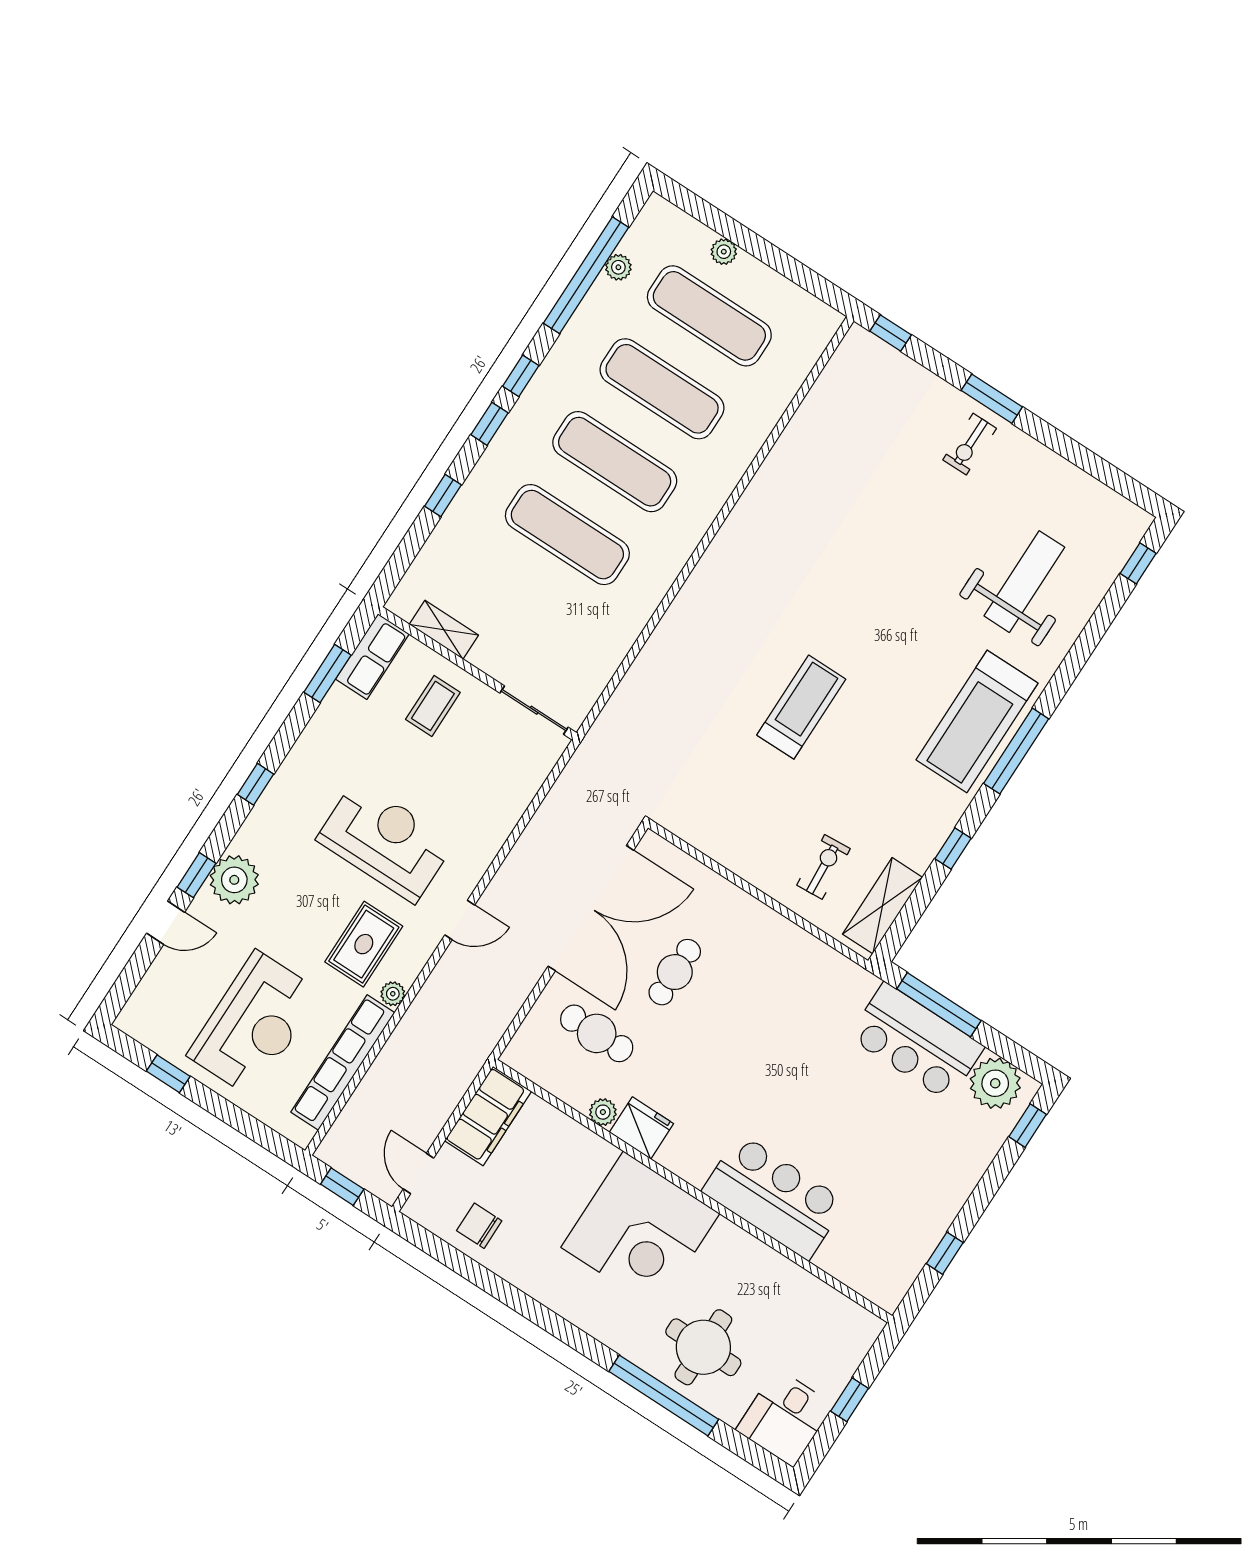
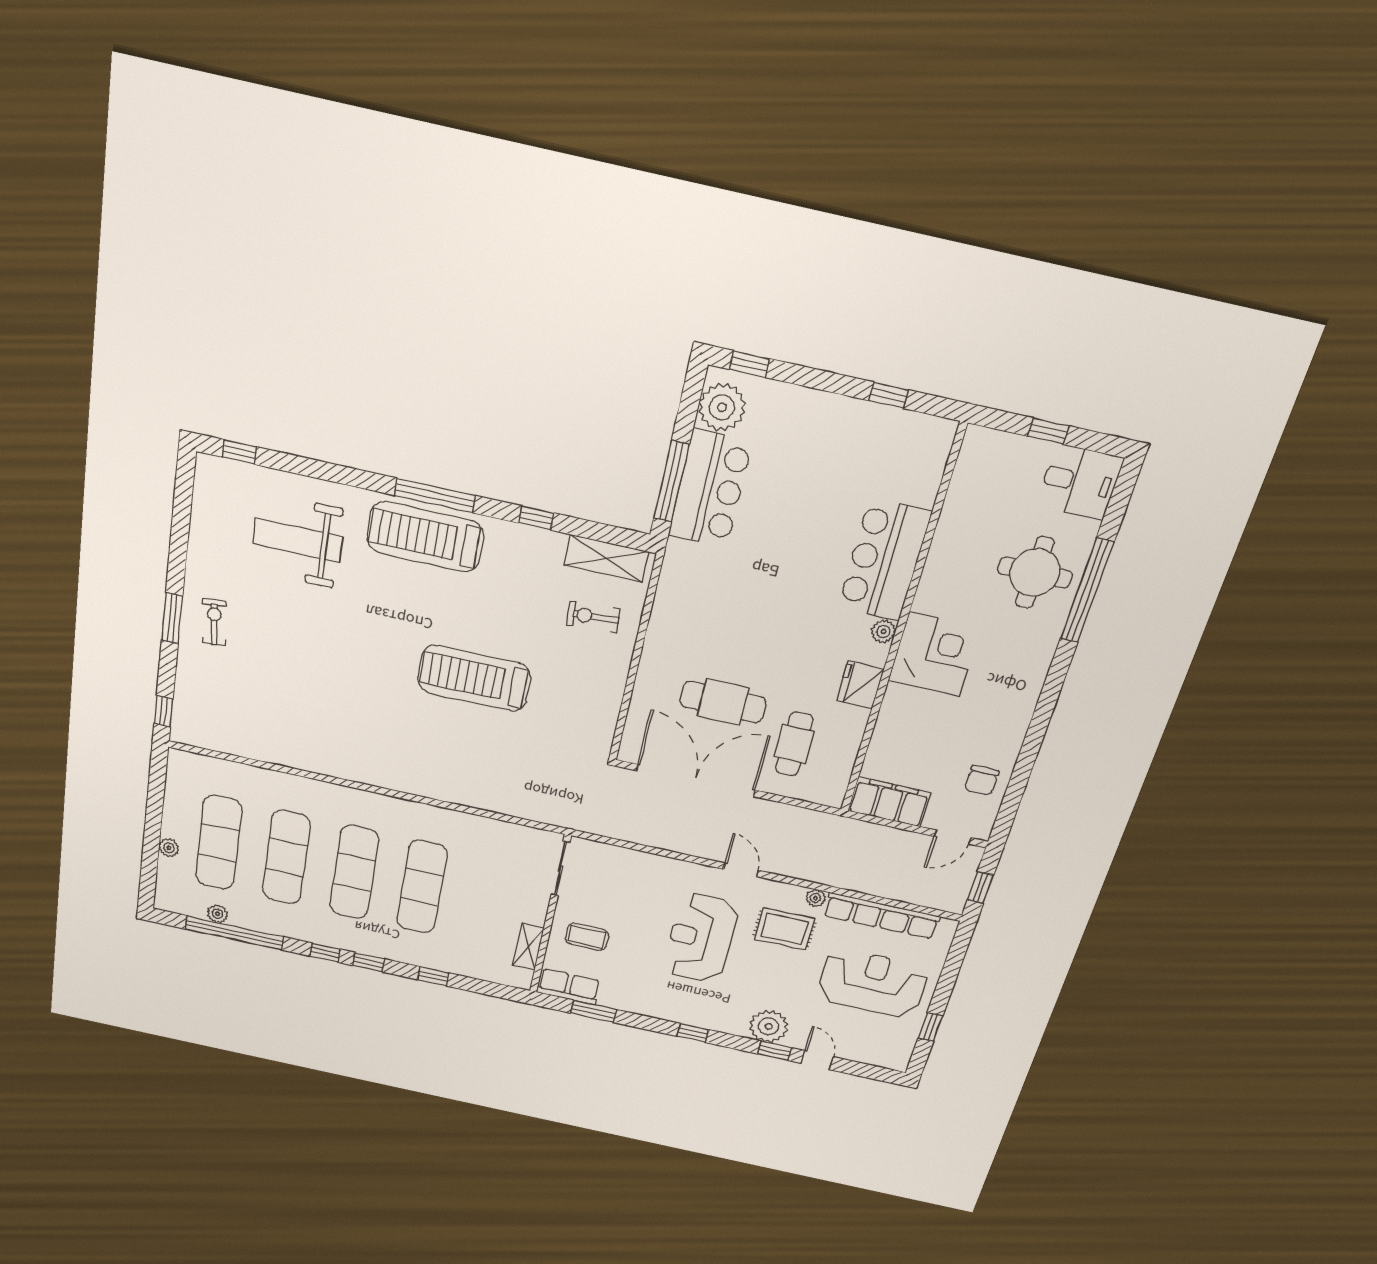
exercise bike: (970, 444) -> (214, 622), turned -95
treadmill: (801, 707) -> (474, 678), width x1.37, depth x1.38
treadmill: (977, 722) -> (425, 537), turned 180
cafe table: (675, 972) -> (723, 702), width x1.37, depth x1.35
plant: (603, 1112) -> (883, 631), moved
corner desk: (640, 1230) -> (934, 654), width x0.74, depth x0.74

